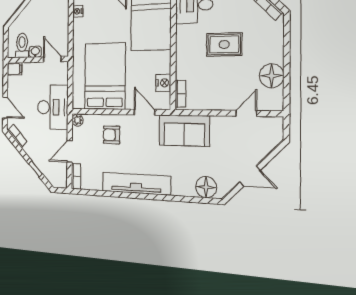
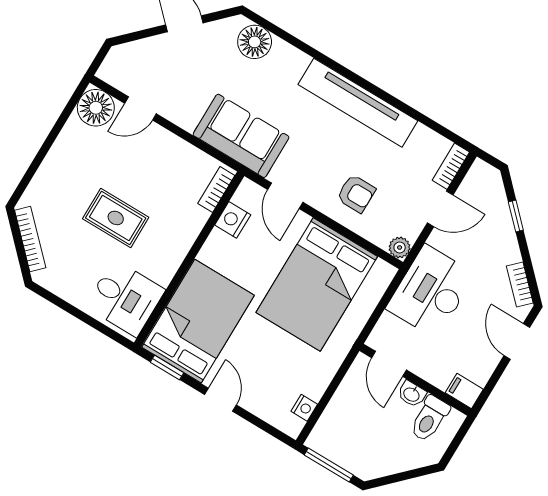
floor lamp: (272, 76) -> (96, 108), moved

